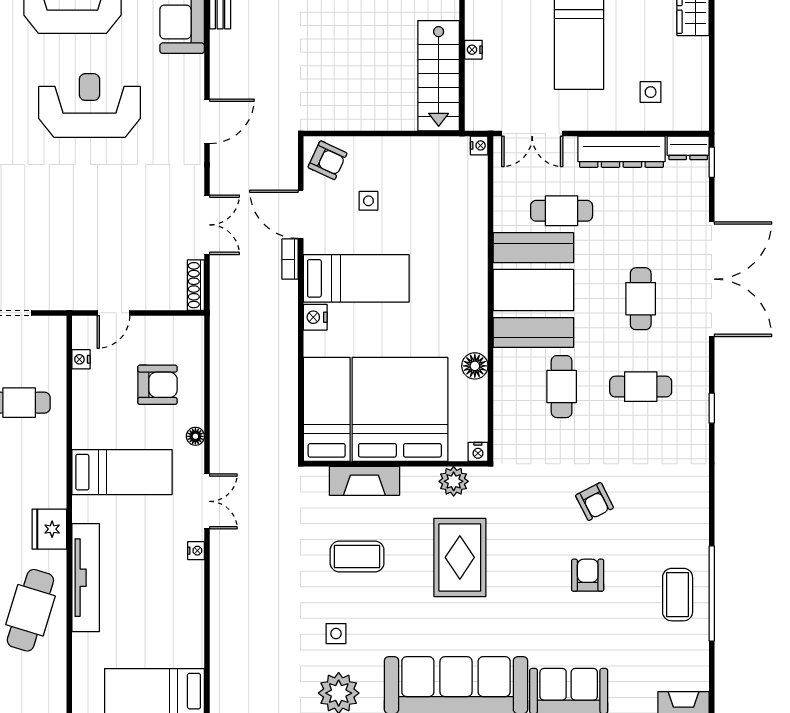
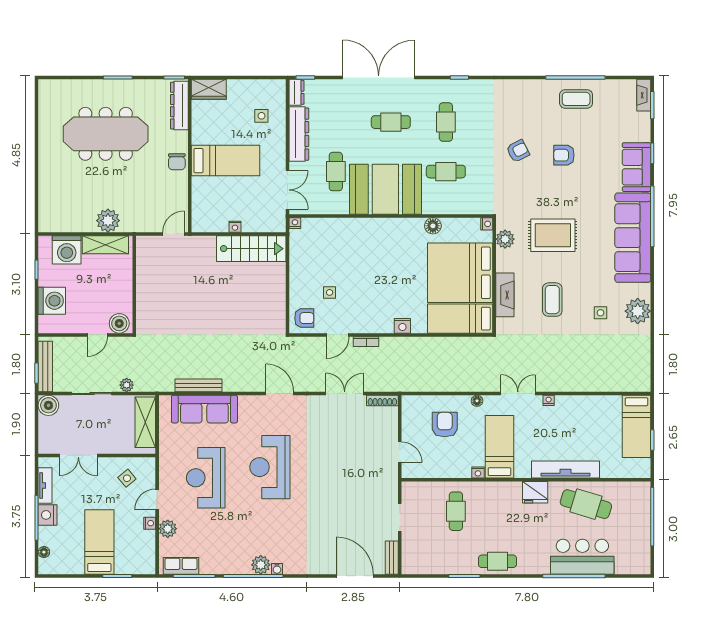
armchair: (327, 160) -> (304, 318), turned 65
door: (301, 214) -> (338, 335), width x0.73
bed: (356, 278) -> (378, 300), removed
nightstand: (81, 359) -> (478, 472), moved

